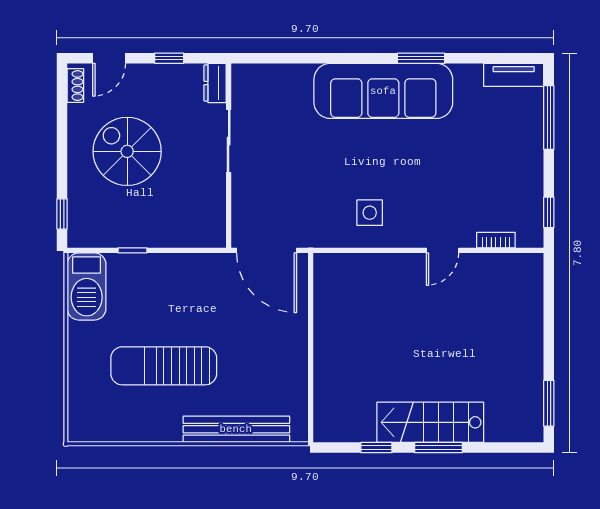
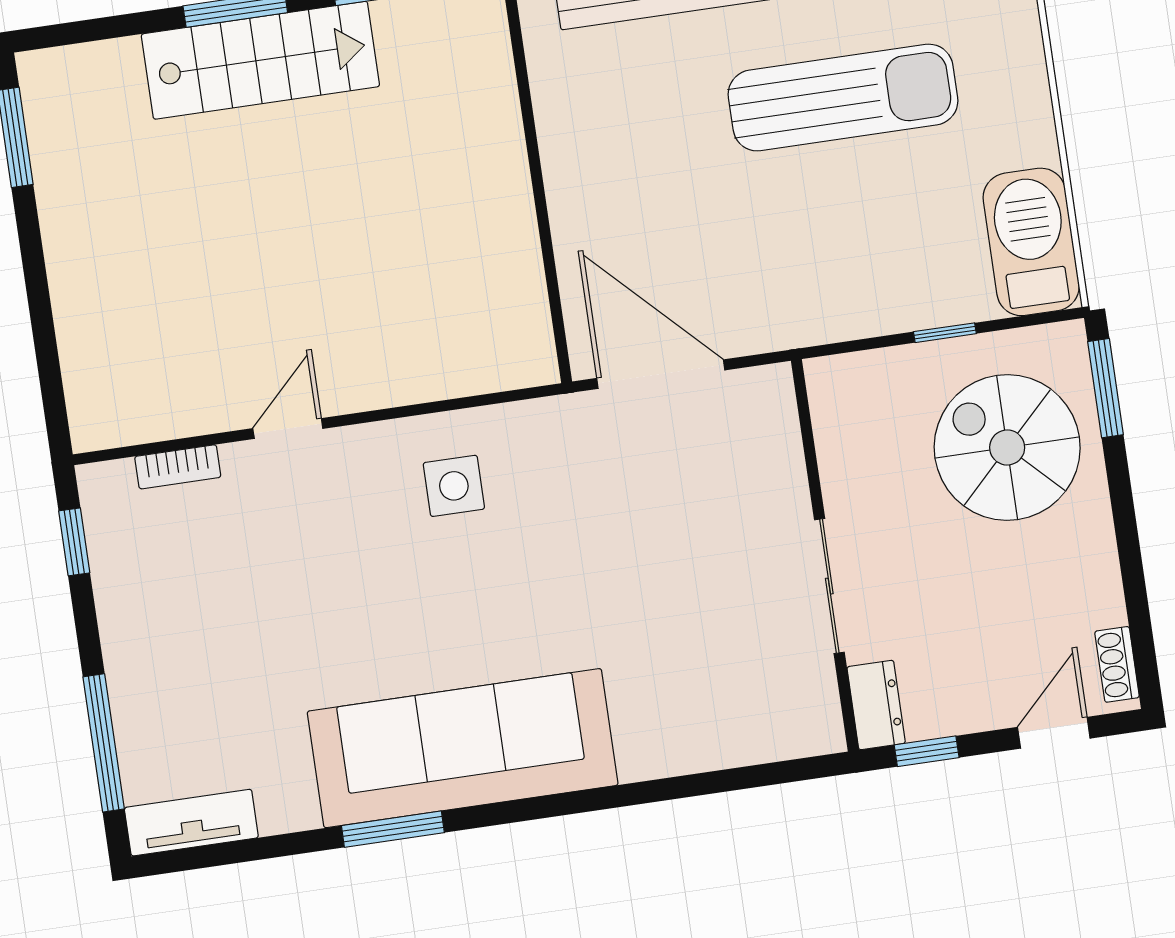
dresser: (215, 83) -> (876, 705), moved
sliding door: (229, 141) -> (829, 586), moved
spiral stairs: (127, 151) -> (1007, 447), moved, turned 180
wall: (229, 156) -> (825, 555), moved
window: (62, 214) -> (1105, 388), width x1.50

